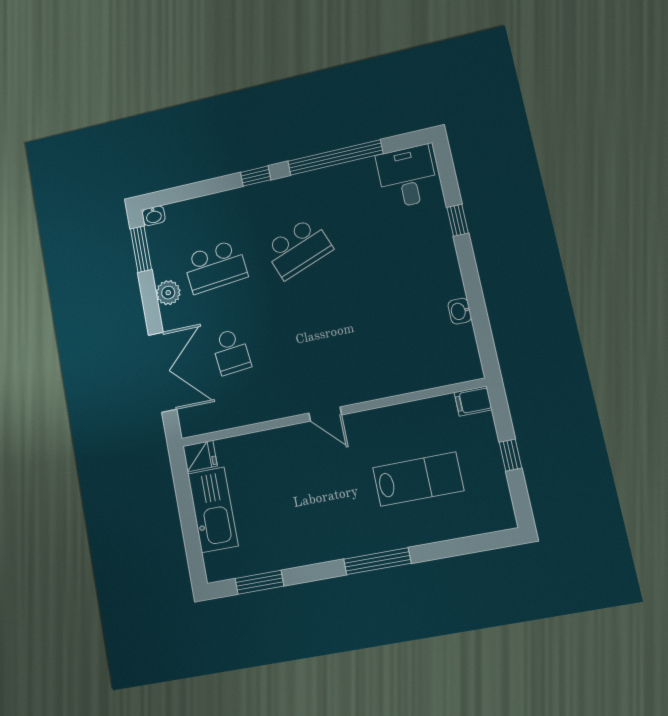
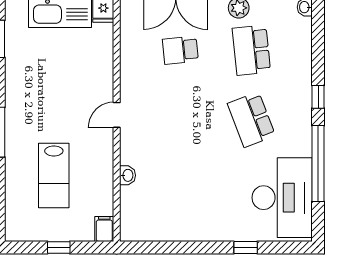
desk: (407, 177) -> (282, 198), width x1.87, depth x1.30
washbasin: (460, 311) -> (127, 175), moved, turned 90

